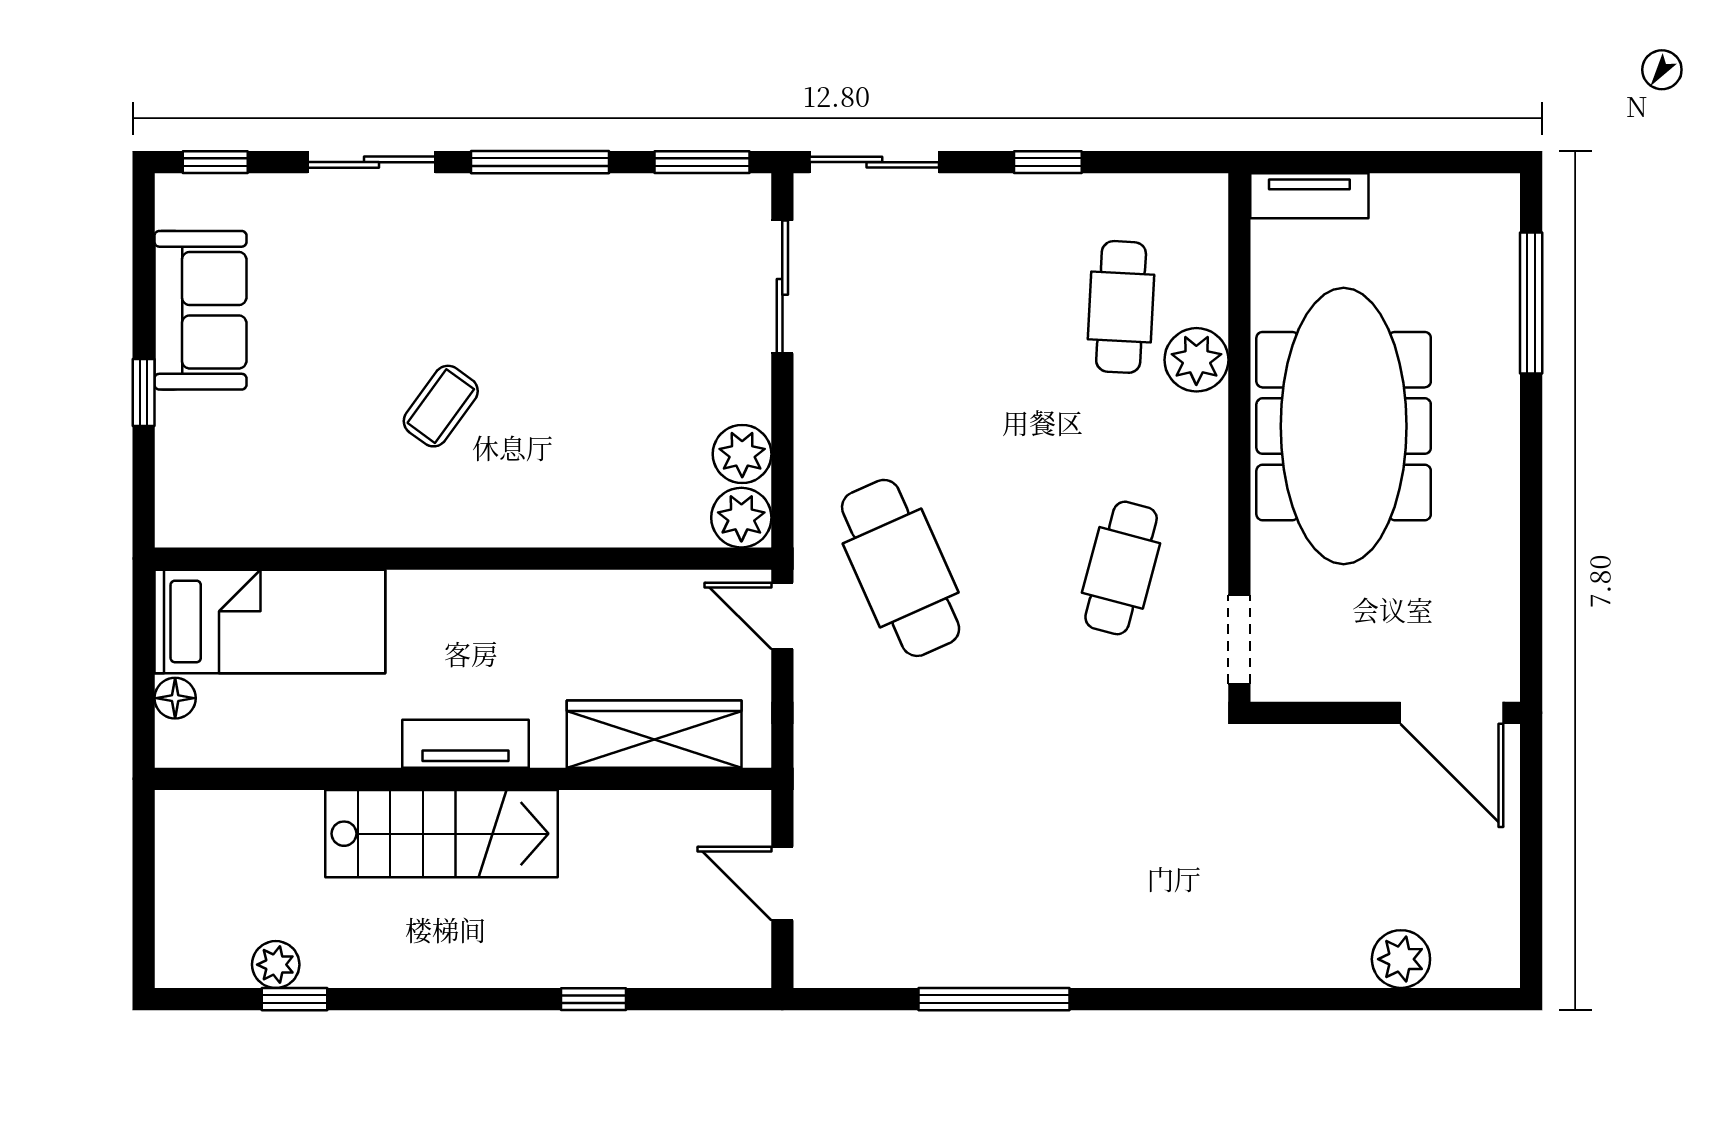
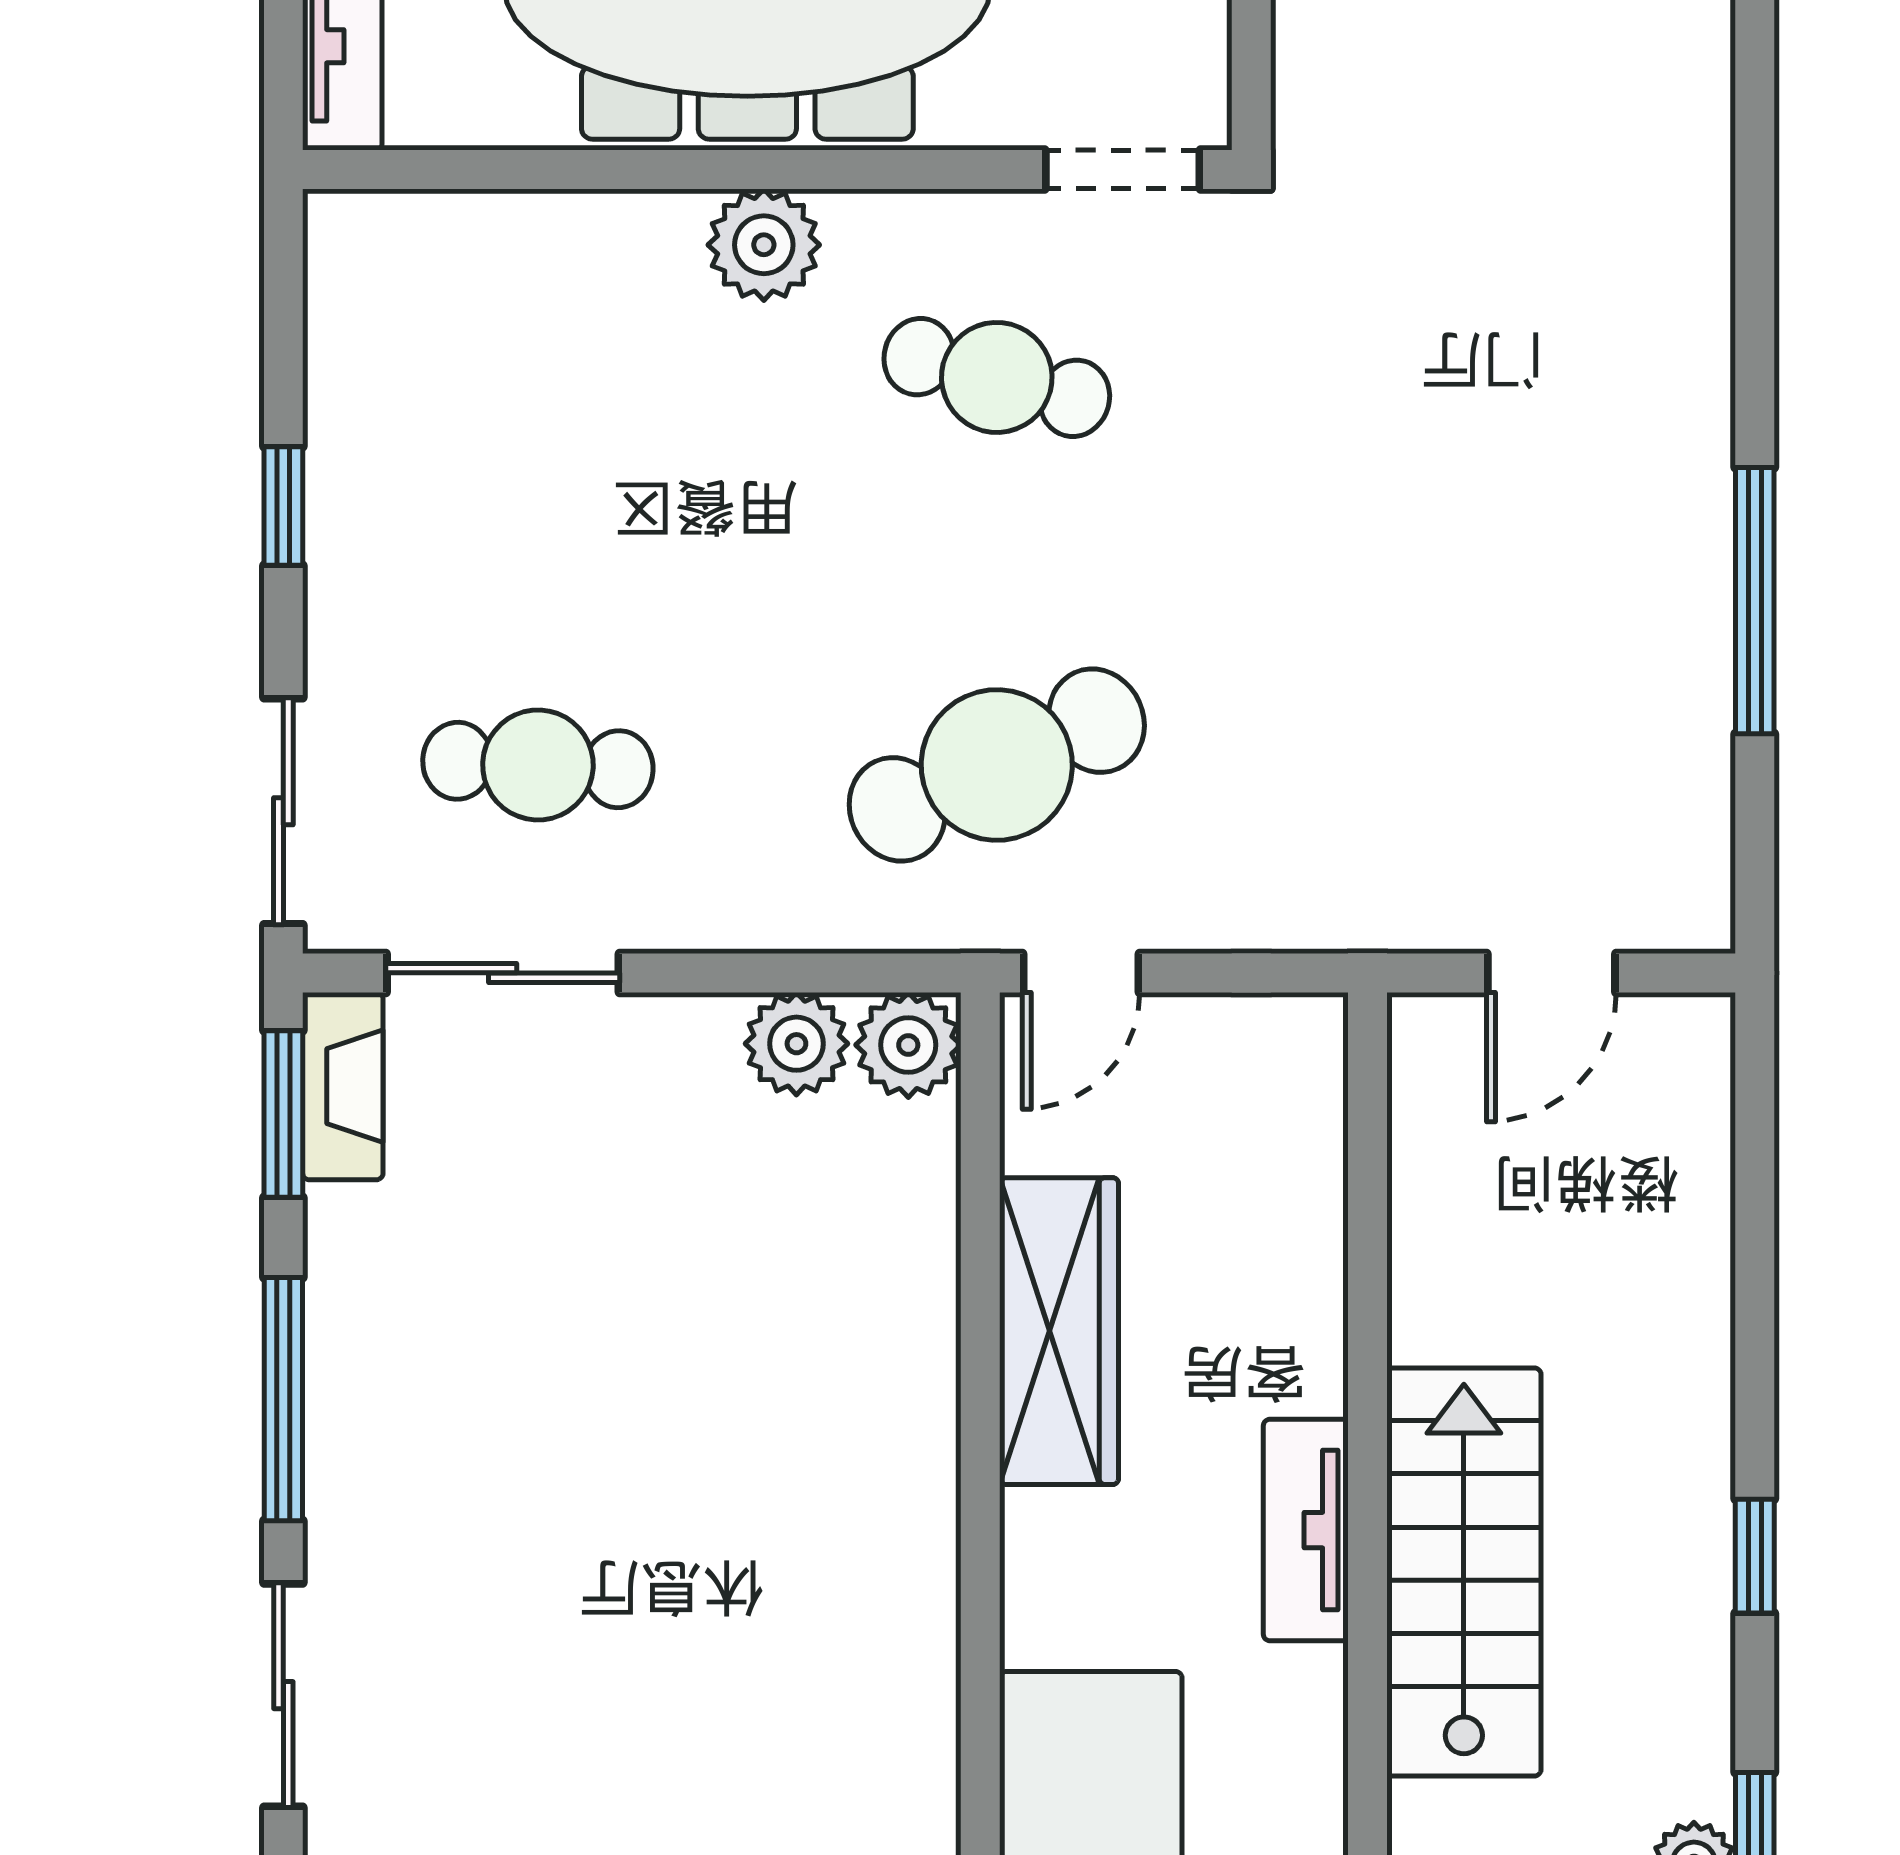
fireplace: (718, 196) -> (343, 1086), added
cafe table: (1121, 307) -> (538, 765), moved
plant: (1196, 360) -> (764, 245), moved
coffee table: (441, 406) -> (712, 1573), removed
wardrobe: (654, 734) -> (1059, 1331), moved, turned 180
window: (594, 999) -> (1755, 1556), moved

